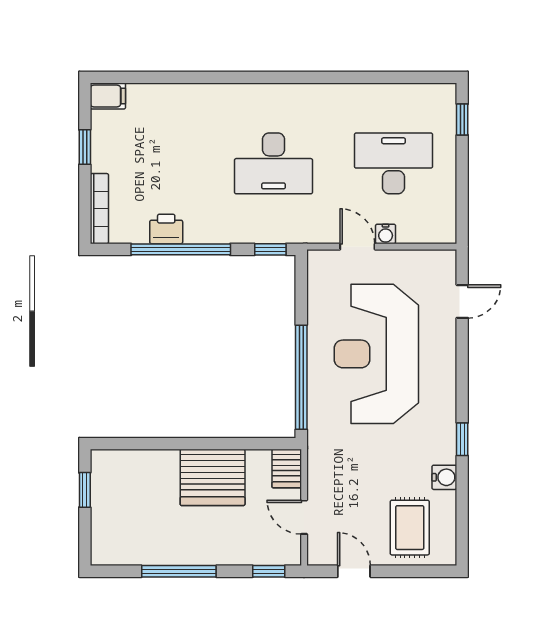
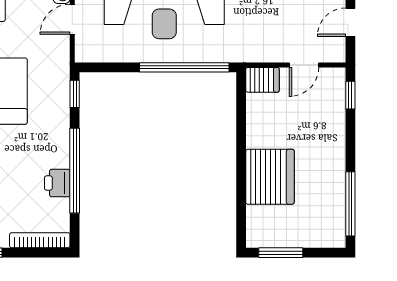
server rack: (213, 477) -> (270, 177), moved
window: (85, 490) -> (281, 253), width x1.50
window: (179, 571) -> (350, 204), moved

